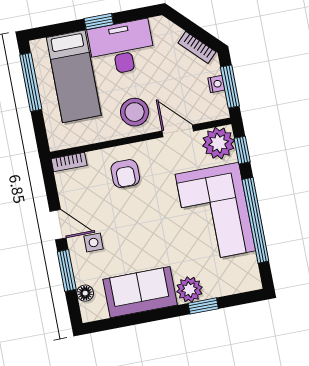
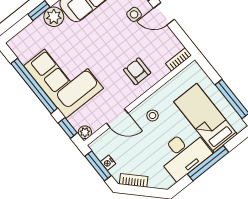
window: (99, 21) -> (208, 163), width x2.17
stool: (135, 112) -> (153, 115), width x0.53, depth x0.53
plant: (219, 143) -> (85, 132), width x0.53, depth x0.53

